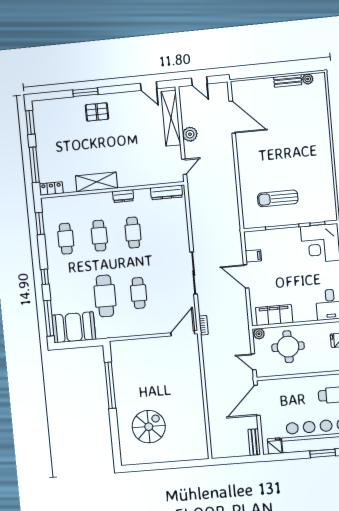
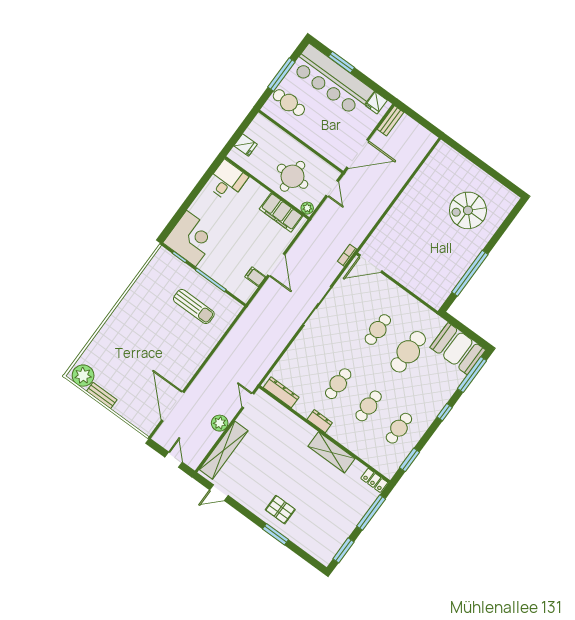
plant: (308, 79) -> (83, 376), width x1.88, depth x1.88
door: (149, 86) -> (219, 493), swing flipped
door: (184, 167) -> (248, 400), hinge flipped

